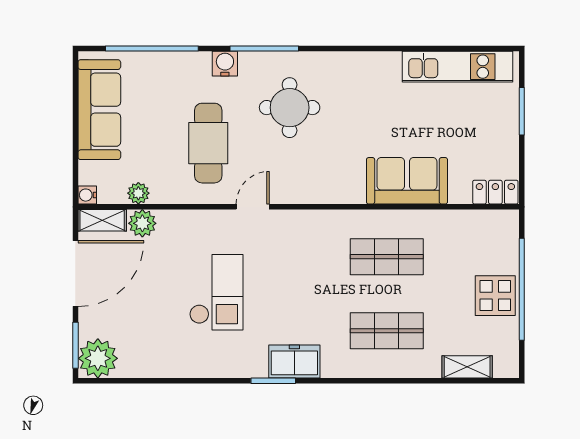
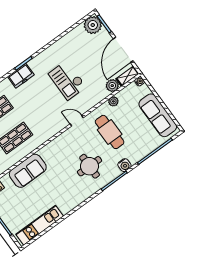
plant: (138, 193) -> (113, 101), moved
door: (253, 207) -> (77, 121), swing flipped

